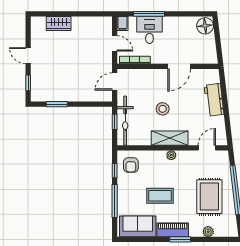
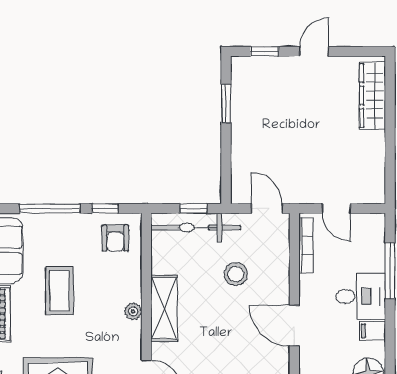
wardrobe: (59, 23) -> (372, 96), width x1.50
filing cabinet: (122, 23) -> (373, 331), moved
desk: (149, 30) -> (361, 296), moved
door: (115, 43) -> (336, 208), hinge flipped
stool: (163, 109) -> (236, 274), moved
armchair: (131, 165) -> (115, 238), turned -90

